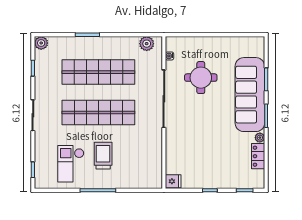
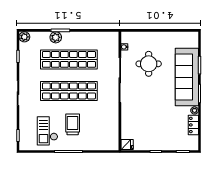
plant: (147, 44) -> (56, 37), moved

